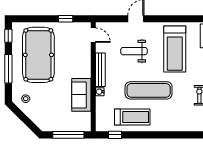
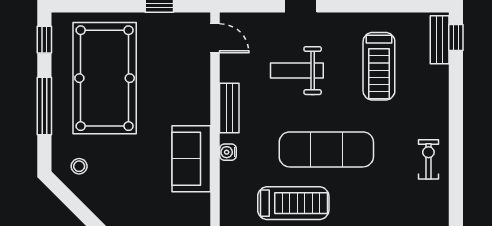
treadmill: (175, 49) -> (379, 66), width x0.73, depth x0.73
bench: (100, 70) -> (229, 108), width x0.73

